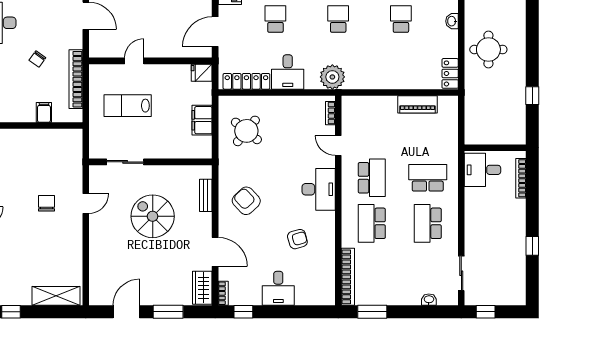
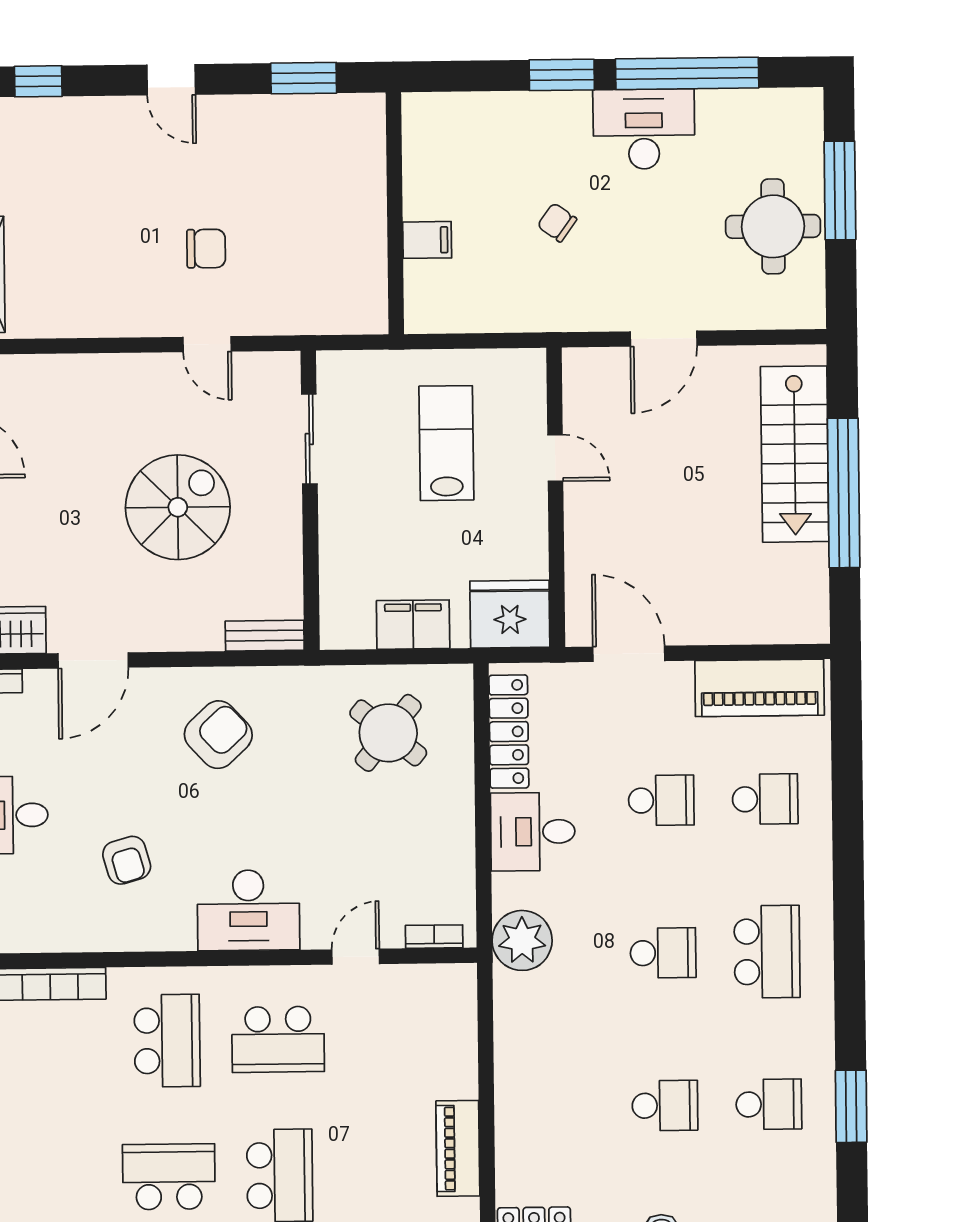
fridge: (202, 73) -> (510, 614), width x1.88, depth x1.34
bookcase: (76, 79) -> (509, 317), removed
bench: (206, 195) -> (265, 636), moved
school desk: (372, 223) -> (167, 1041), turned 90

